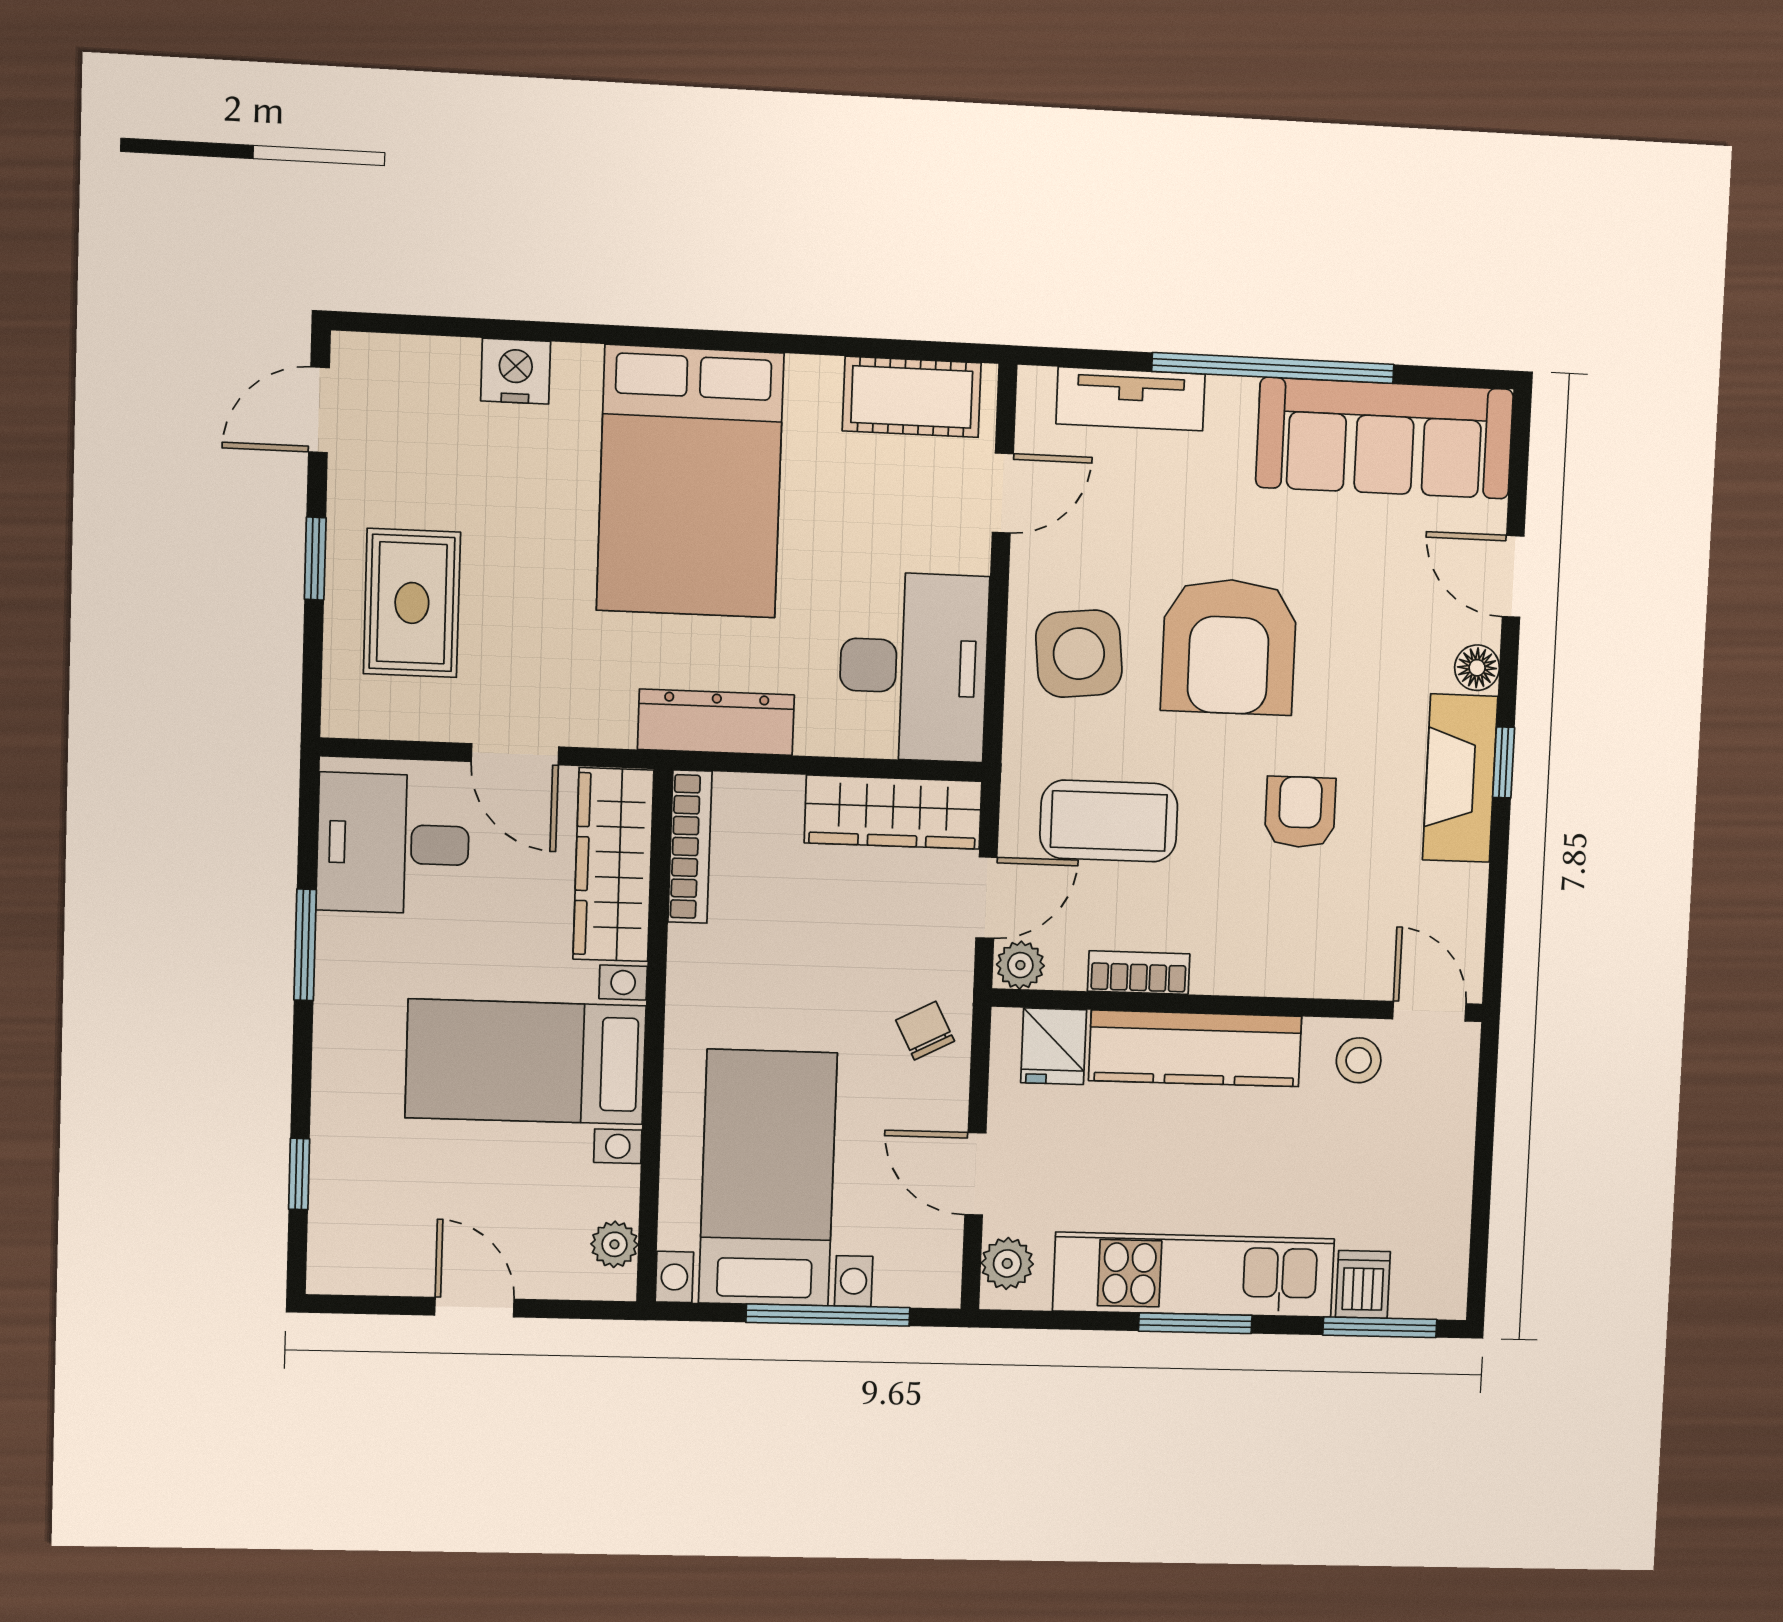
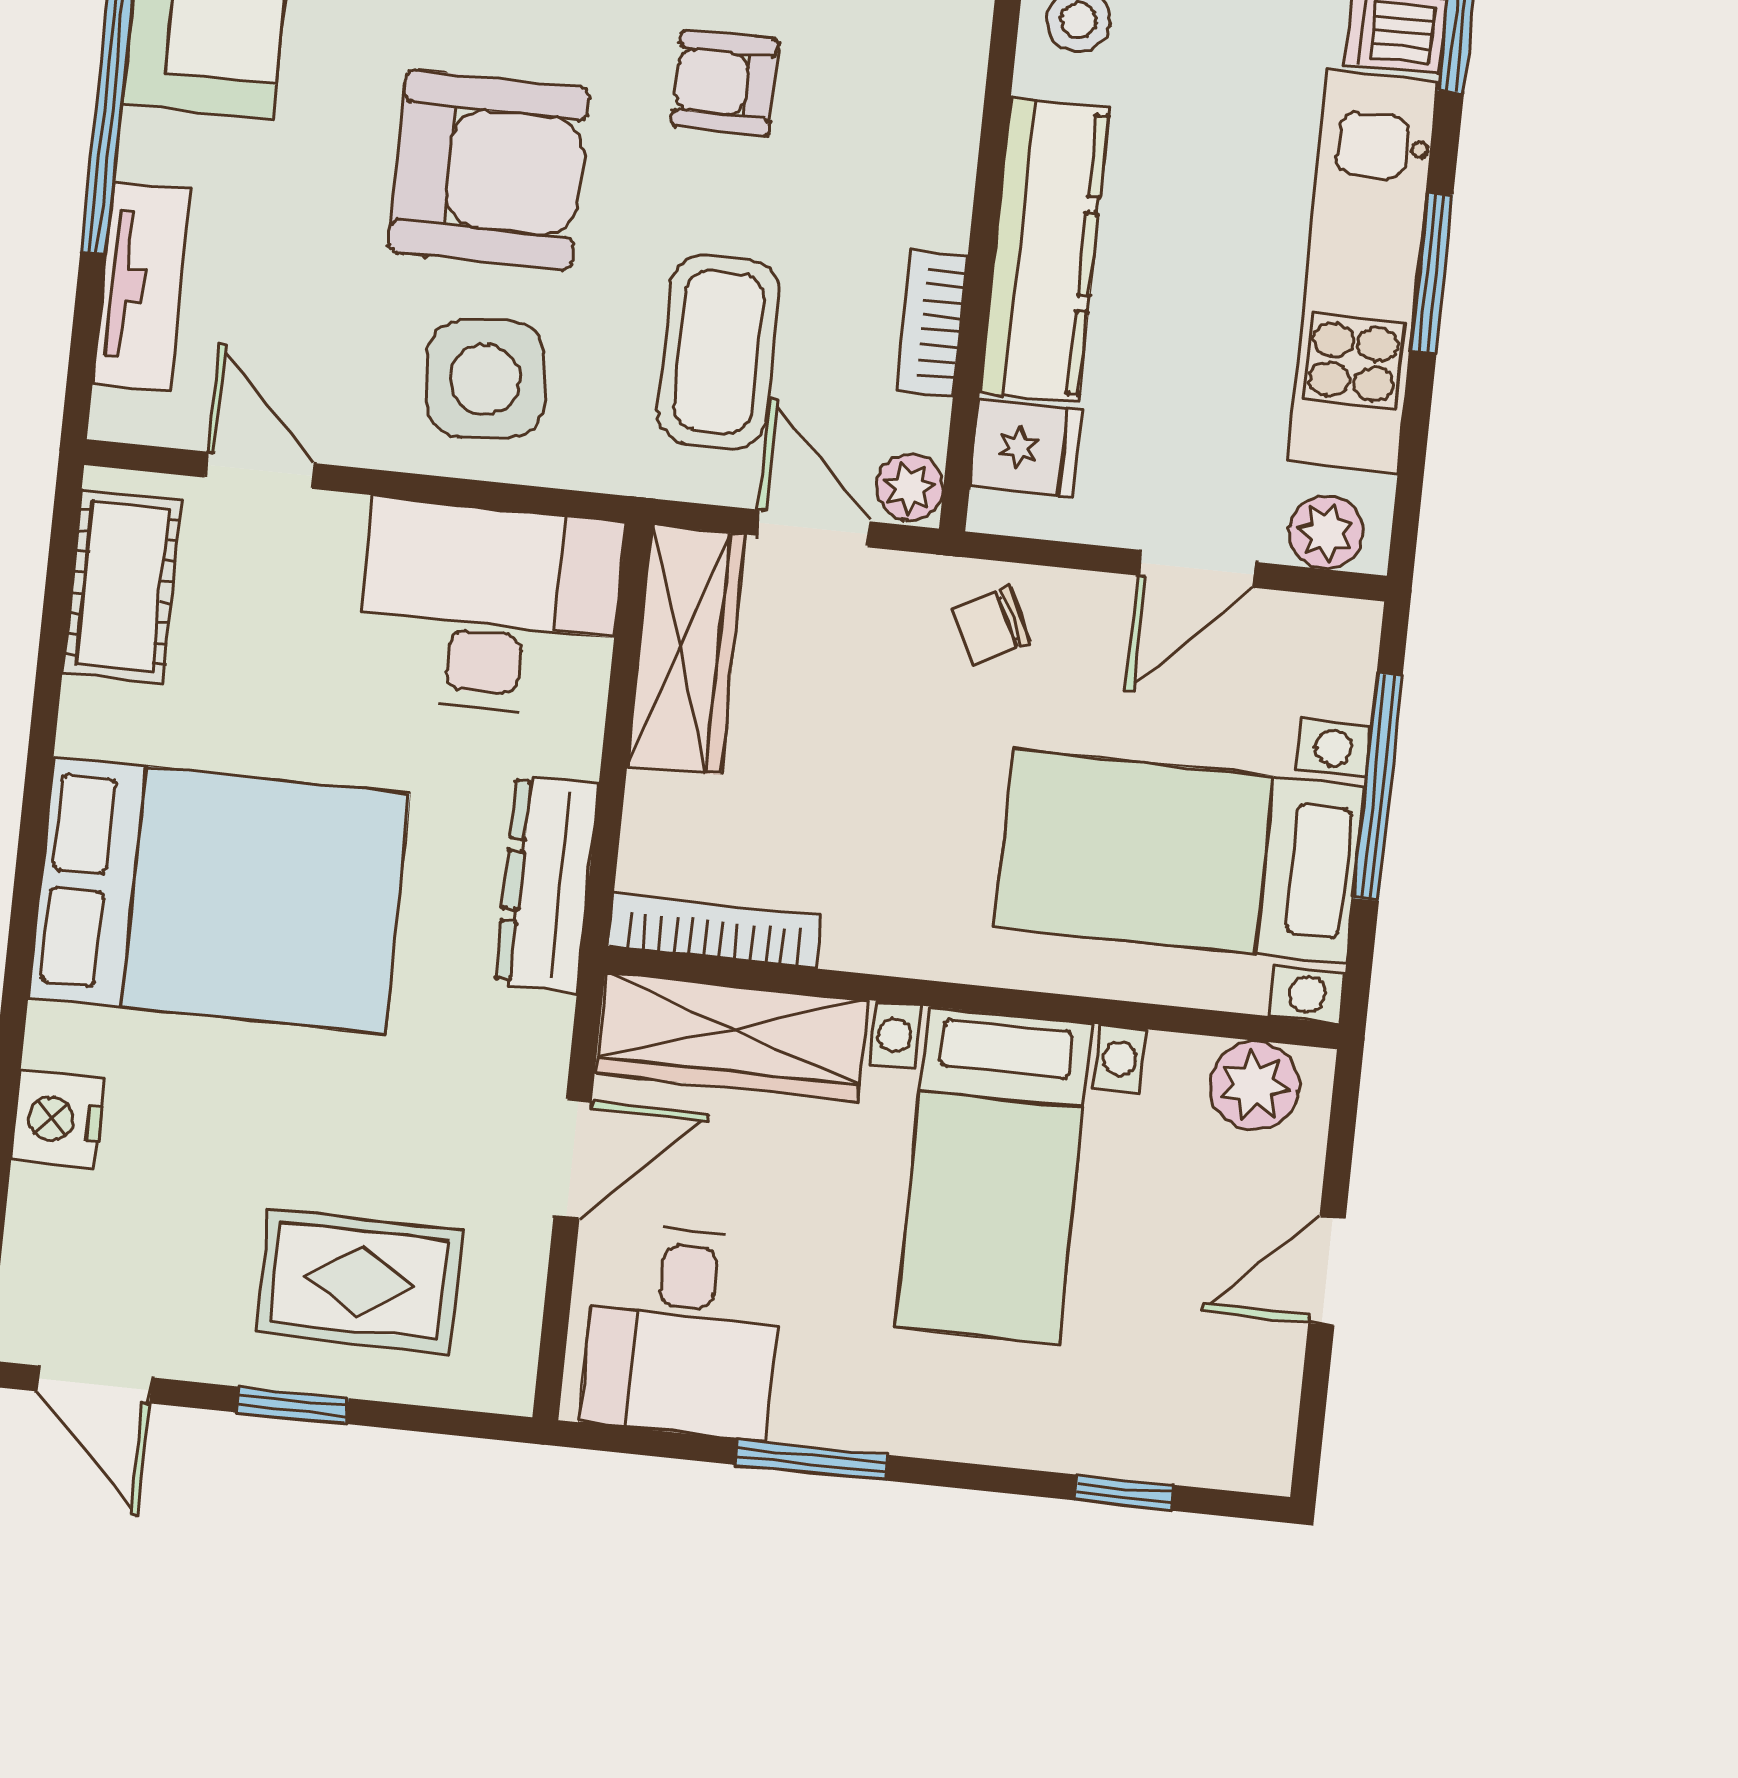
plant: (614, 1244) -> (1254, 1085), width x1.38, depth x1.38

